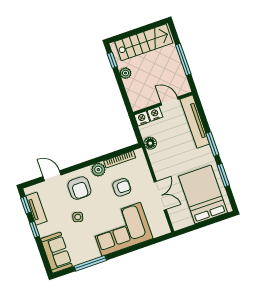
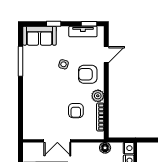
window: (34, 229) -> (54, 24), moved
corner sofa: (121, 229) -> (40, 98), removed

